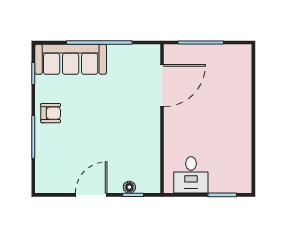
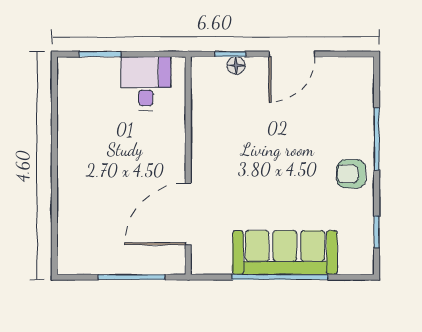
sofa: (71, 59) -> (285, 252), moved

